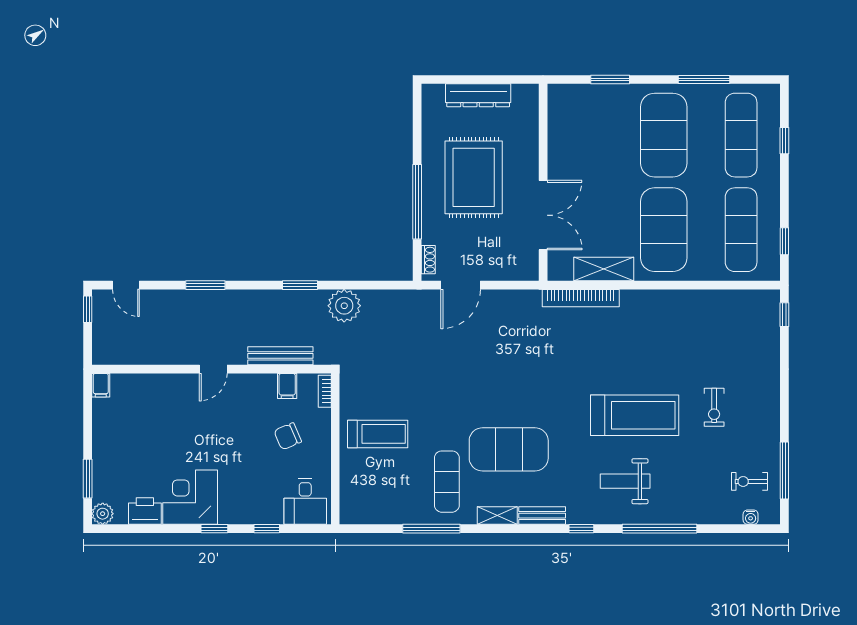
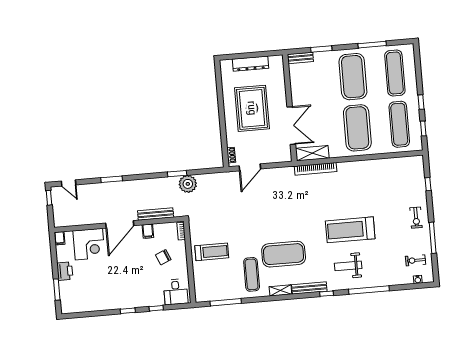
bench: (570, 93) -> (300, 58), added
window: (784, 141) -> (421, 102), moved
window: (417, 202) -> (222, 124), removed
shelving: (604, 269) -> (312, 153), moved
window: (300, 285) -> (177, 174), moved
window: (784, 315) -> (428, 184), moved
door: (213, 369) -> (120, 224), width x1.87
filing cabinet: (287, 386) -> (148, 231), moved
exercise bike: (714, 407) -> (416, 218), moved
treadmill: (635, 415) -> (350, 230), turned 180
window: (784, 471) -> (433, 238), moved
corner desk: (190, 497) -> (89, 244), moved, turned 180
printer: (145, 511) -> (65, 271), moved, turned 90
plant: (103, 514) -> (67, 308), removed
bench: (542, 516) -> (309, 288), width x1.36
window: (431, 529) -> (226, 302), moved

